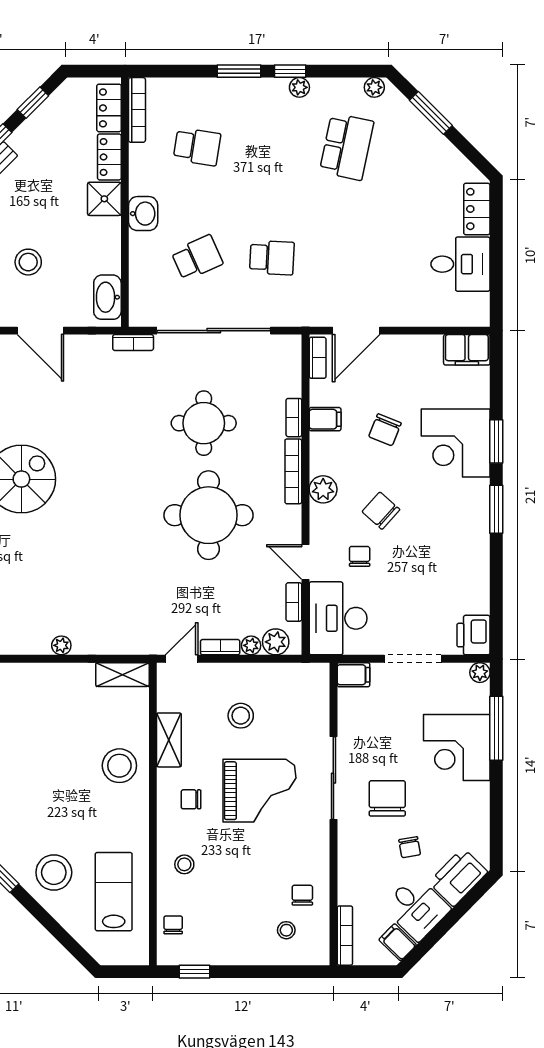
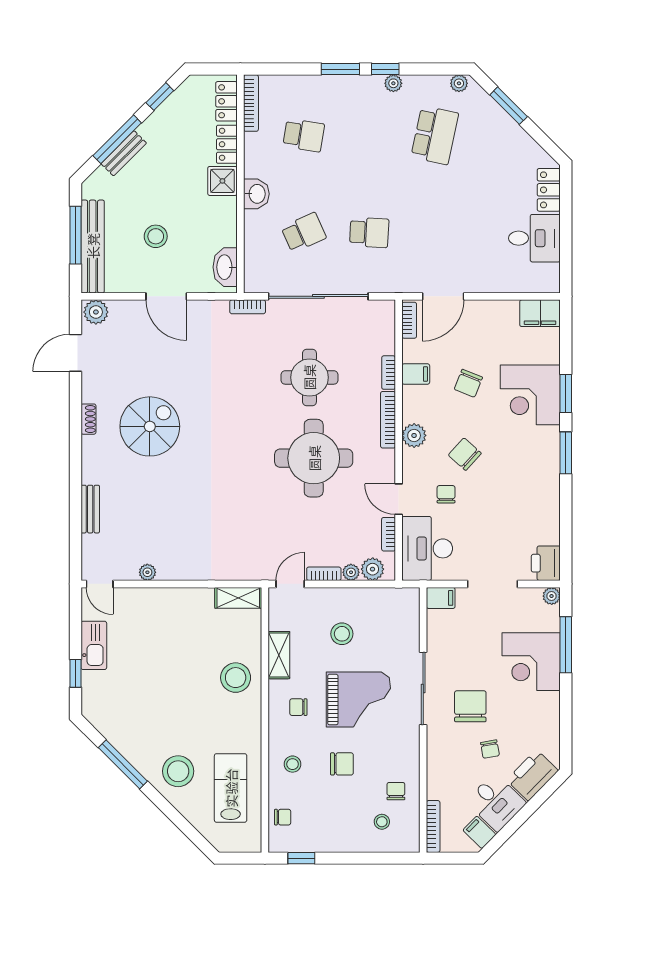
plant: (61, 645) -> (147, 572), moved
chair: (241, 864) -> (342, 764), added
chair: (173, 925) -> (283, 817), turned 90

